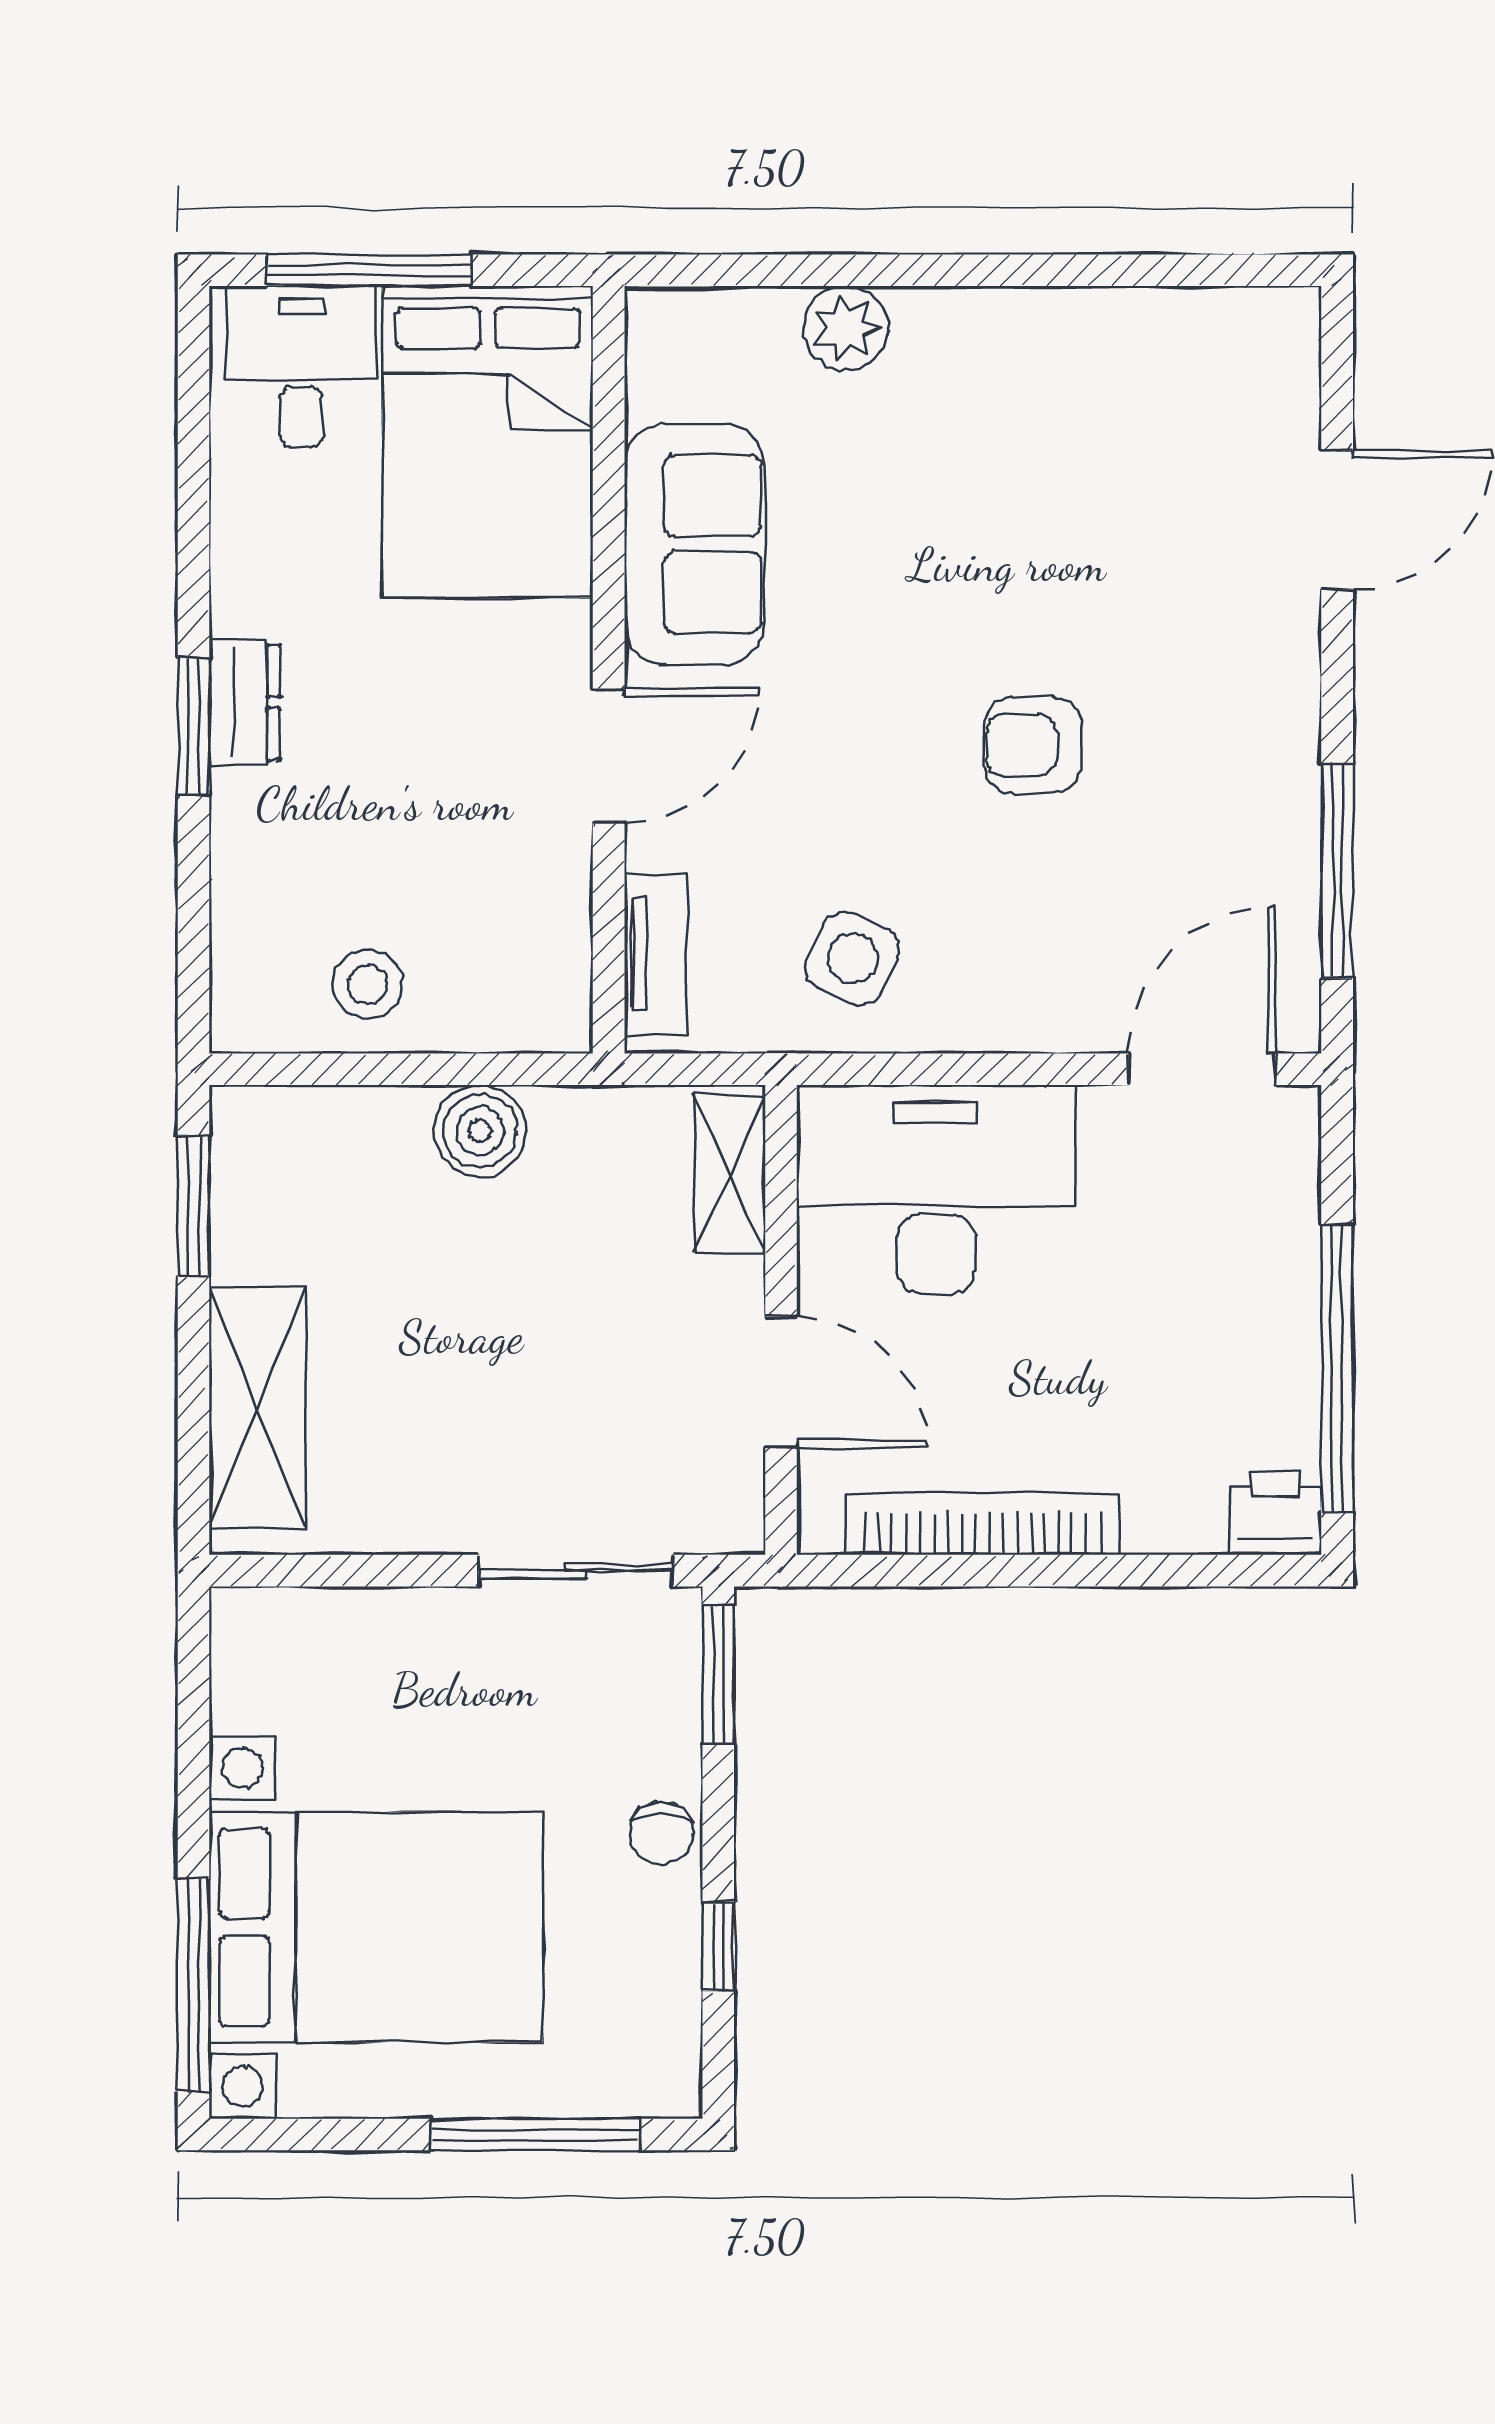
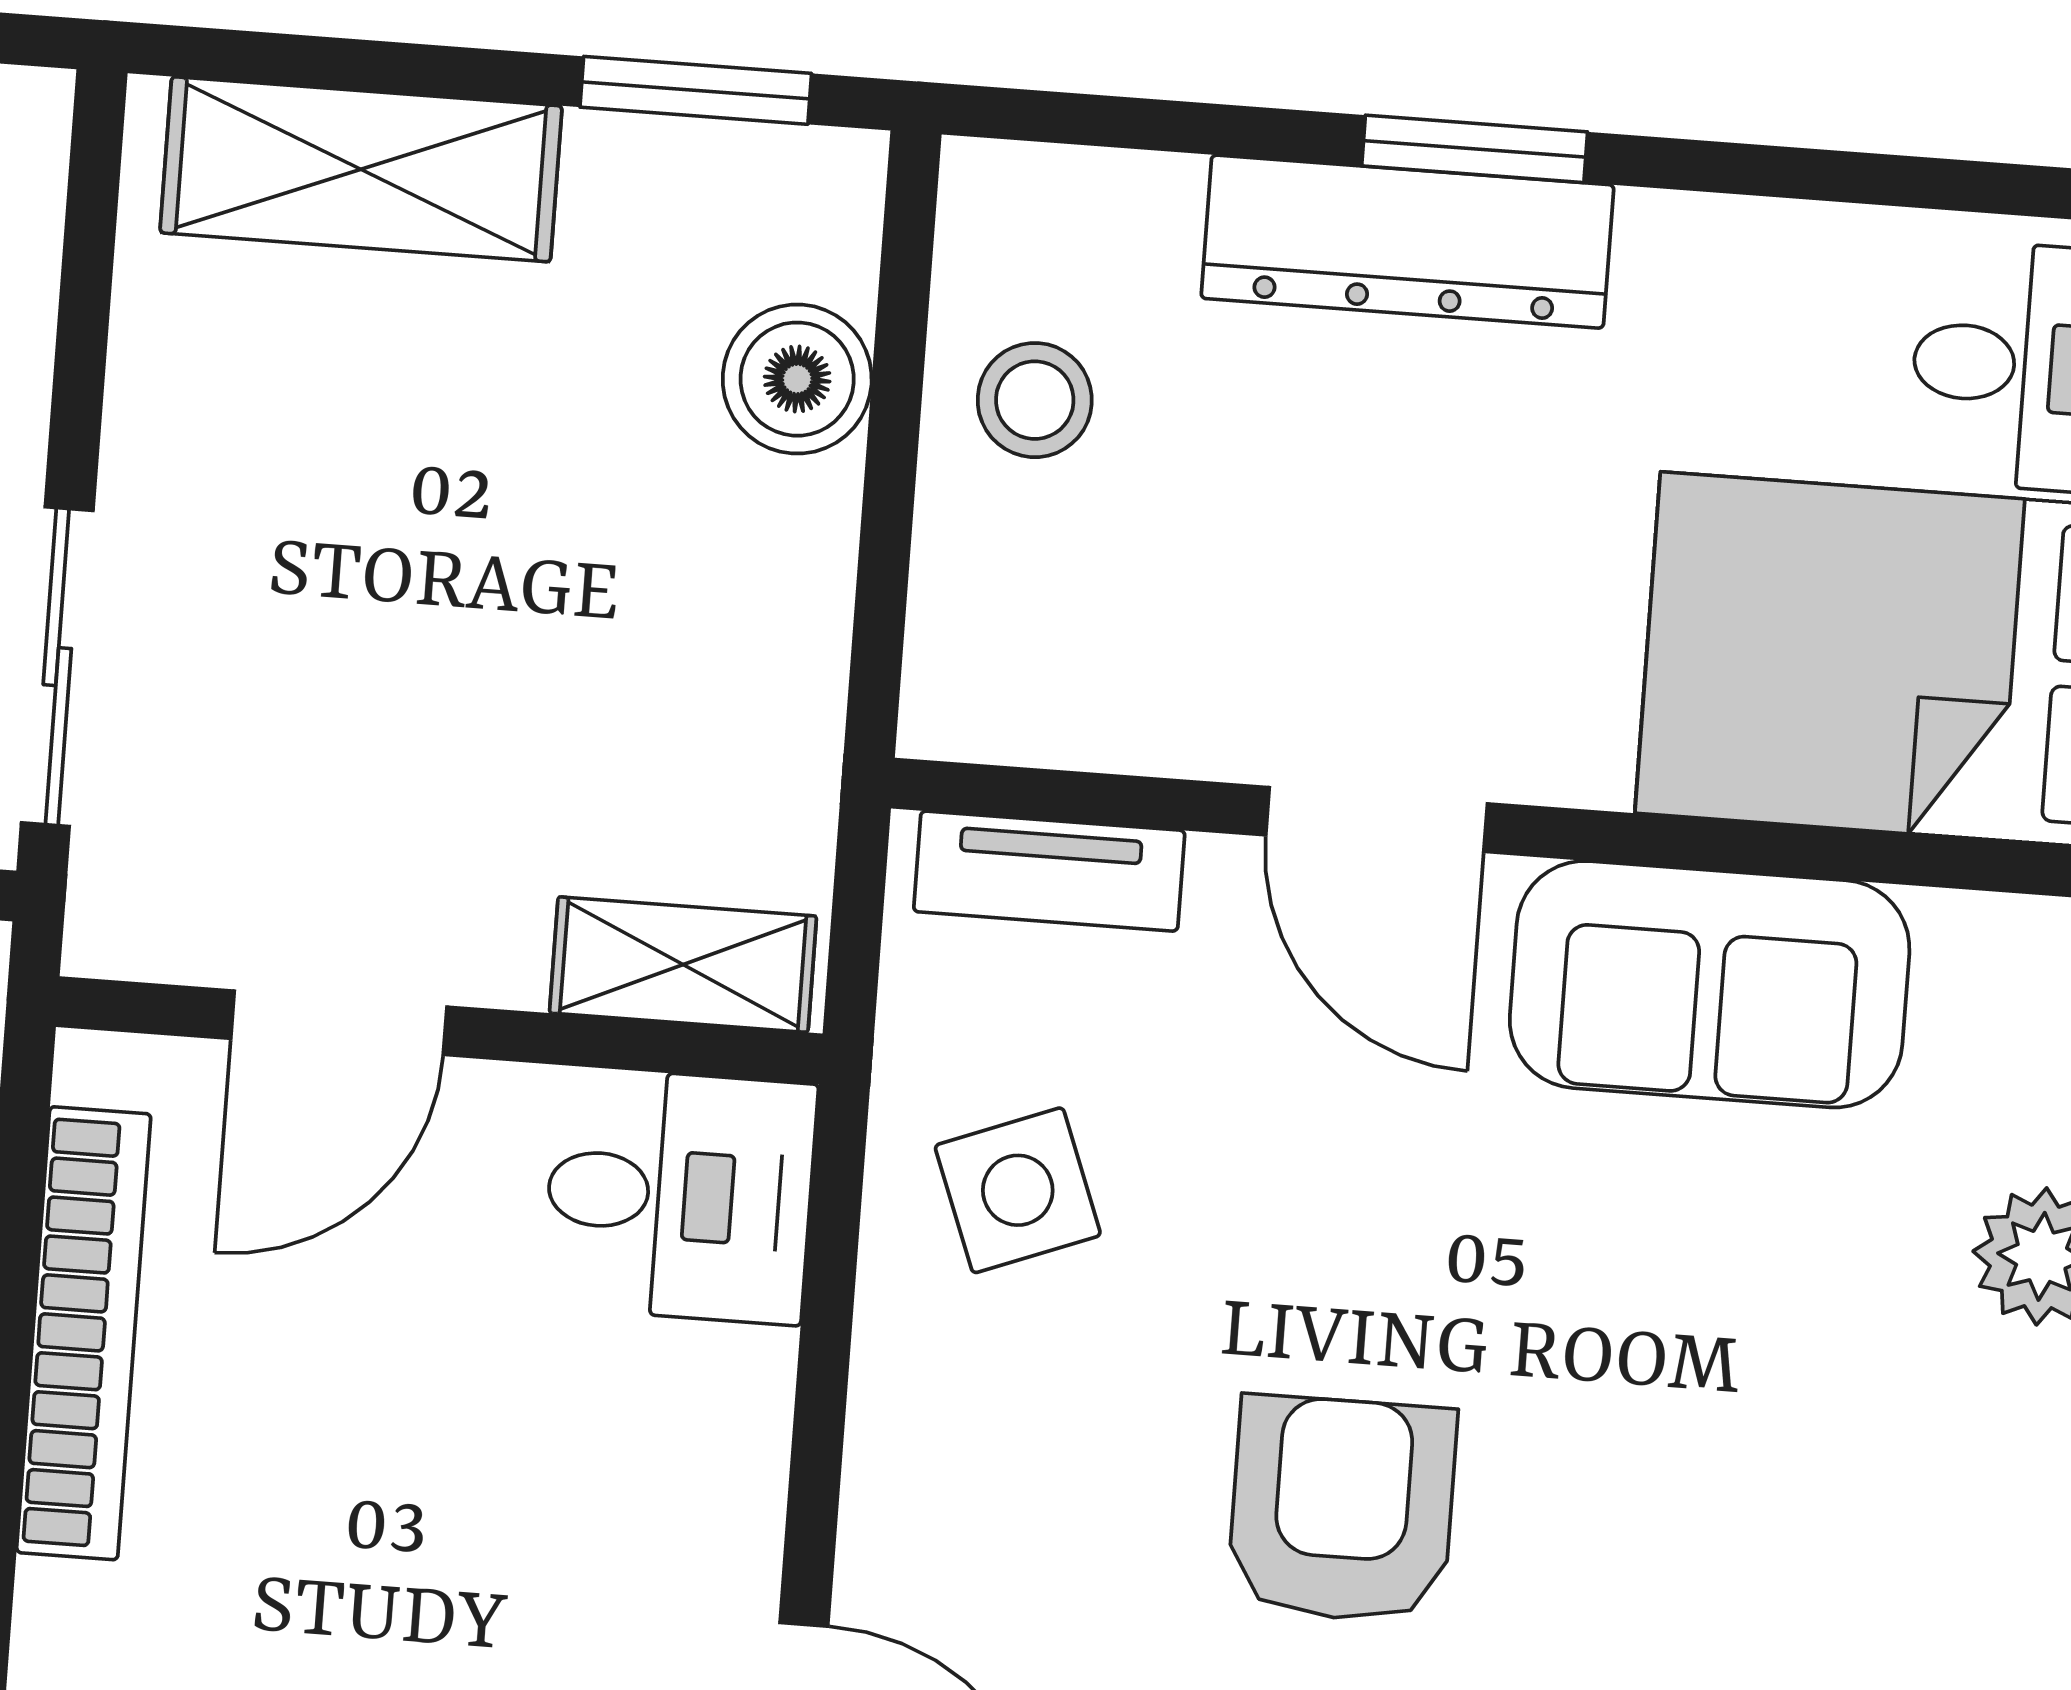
dresser: (245, 702) -> (1408, 242), width x1.96, depth x1.24
armchair: (1033, 745) -> (1342, 1509), width x1.38, depth x1.38
side table: (852, 958) -> (1018, 1190), turned 45
boiler: (480, 1131) -> (797, 379), moved
desk: (936, 1189) -> (679, 1196), width x0.53, depth x0.77

